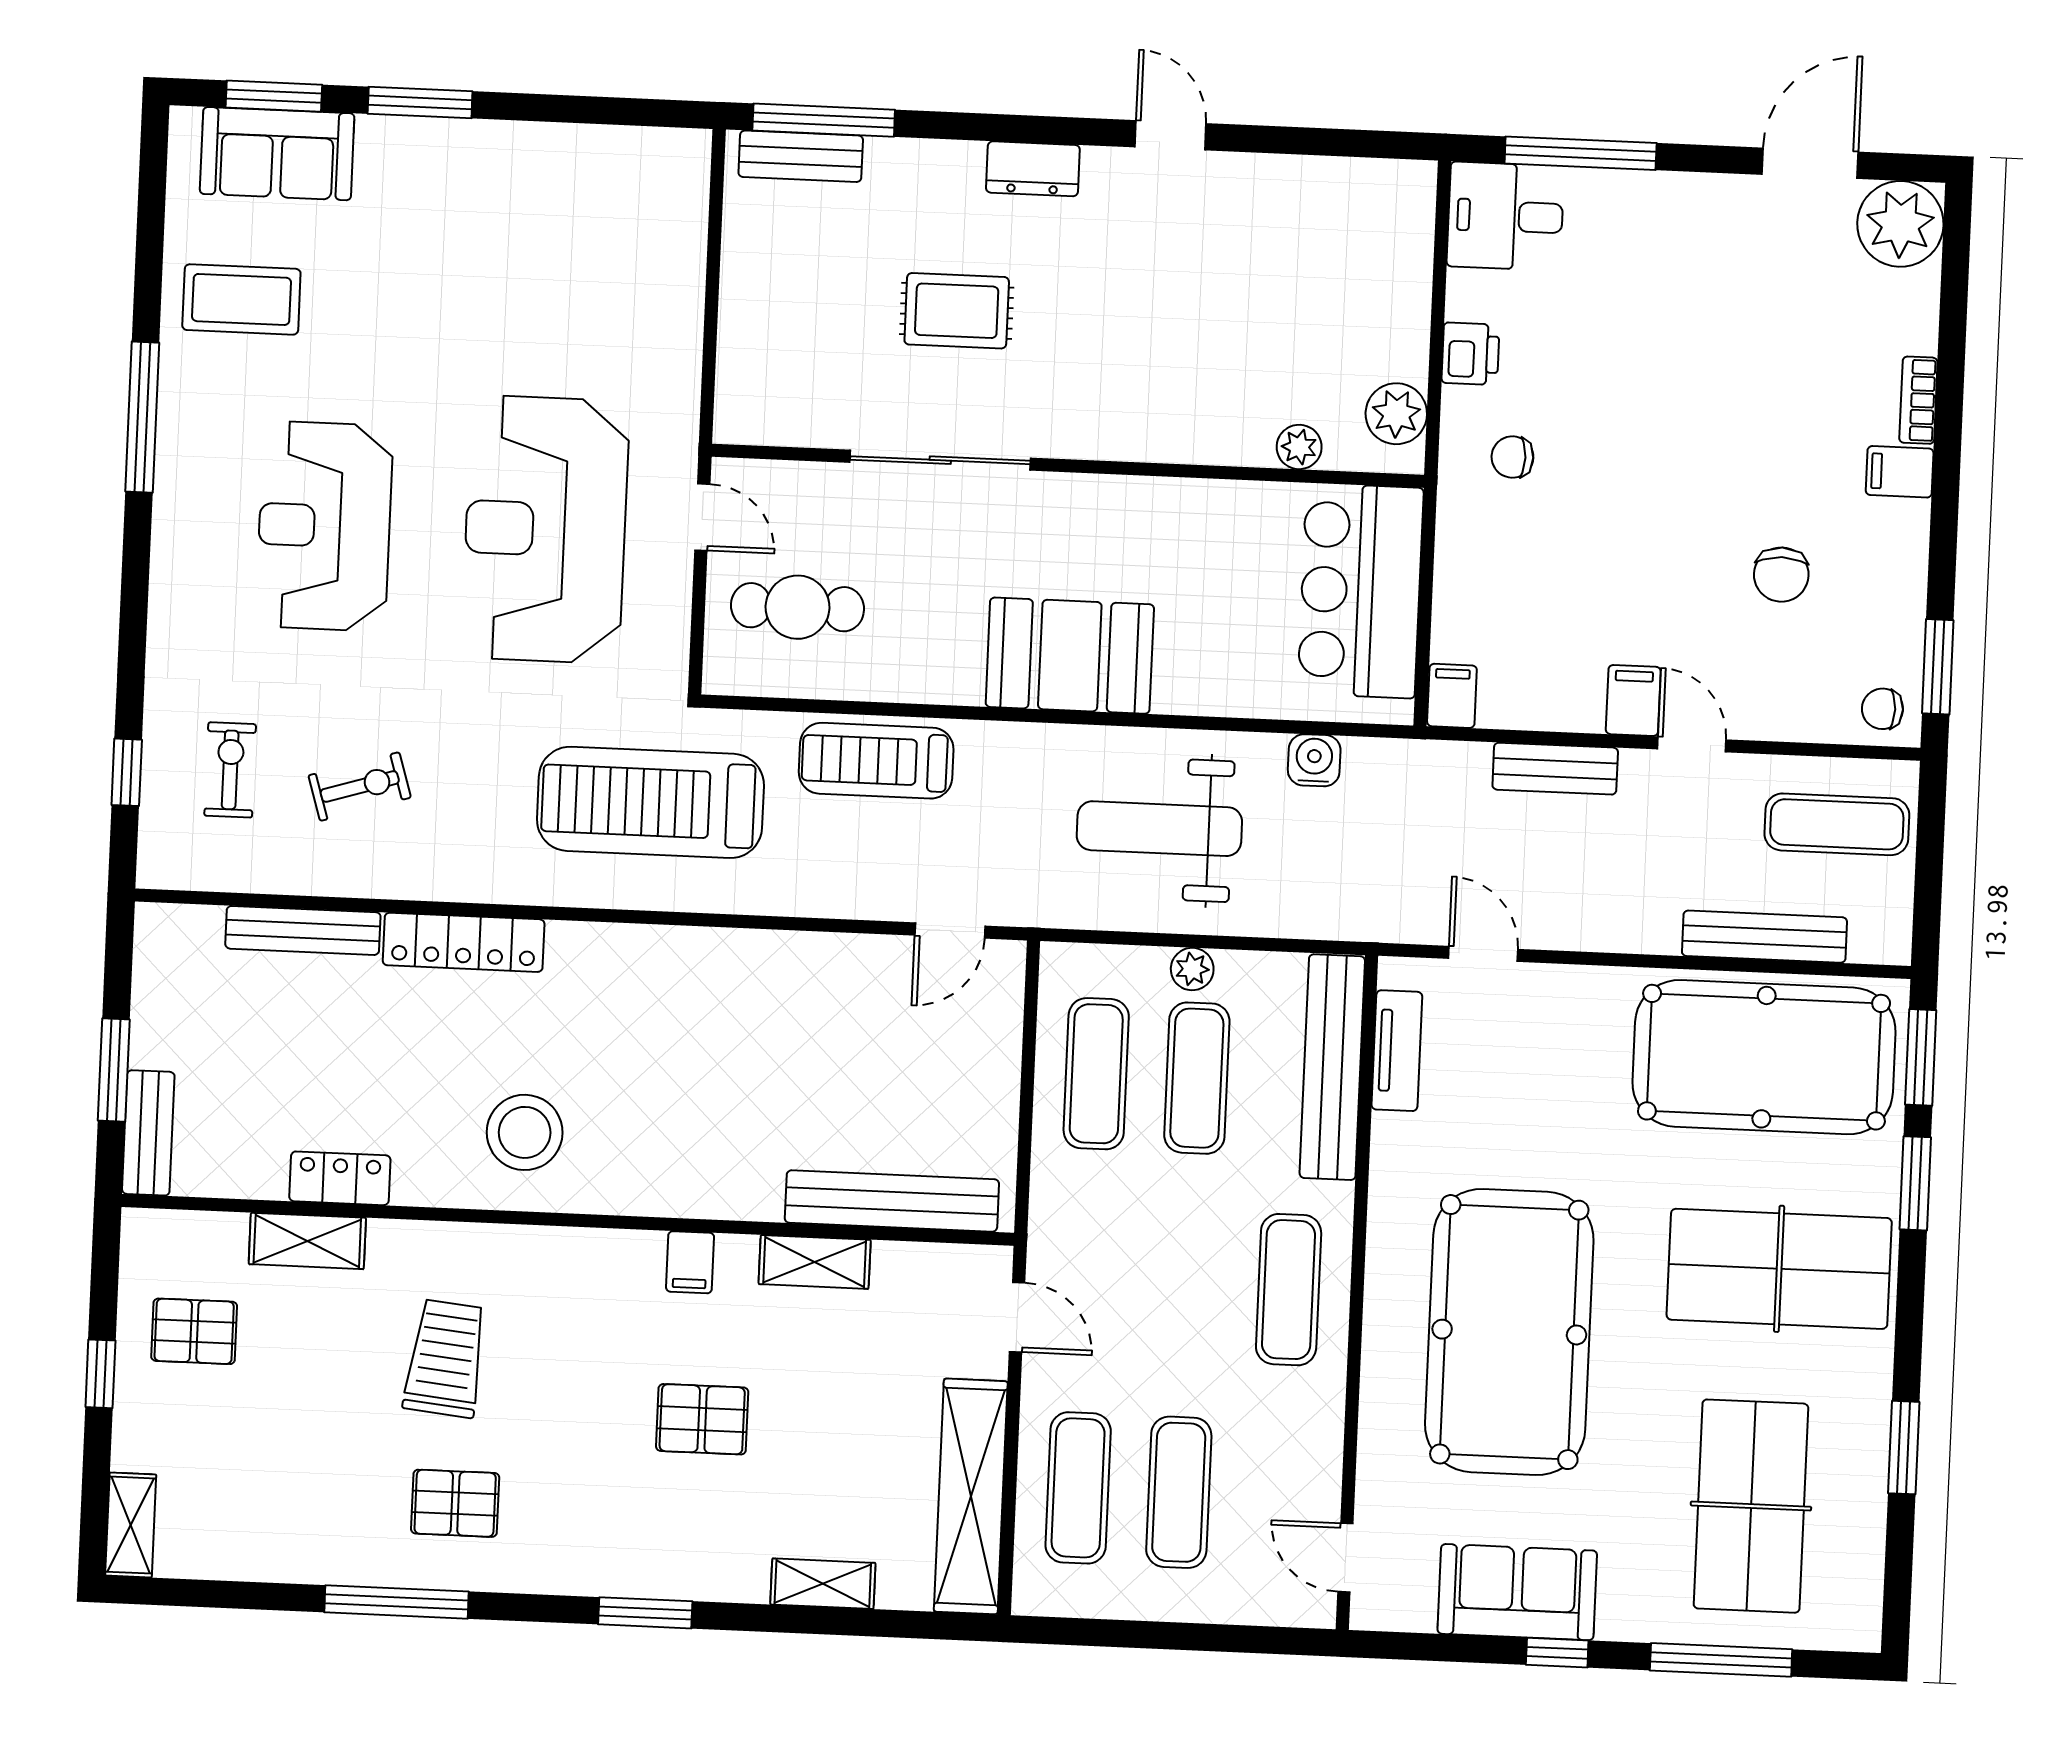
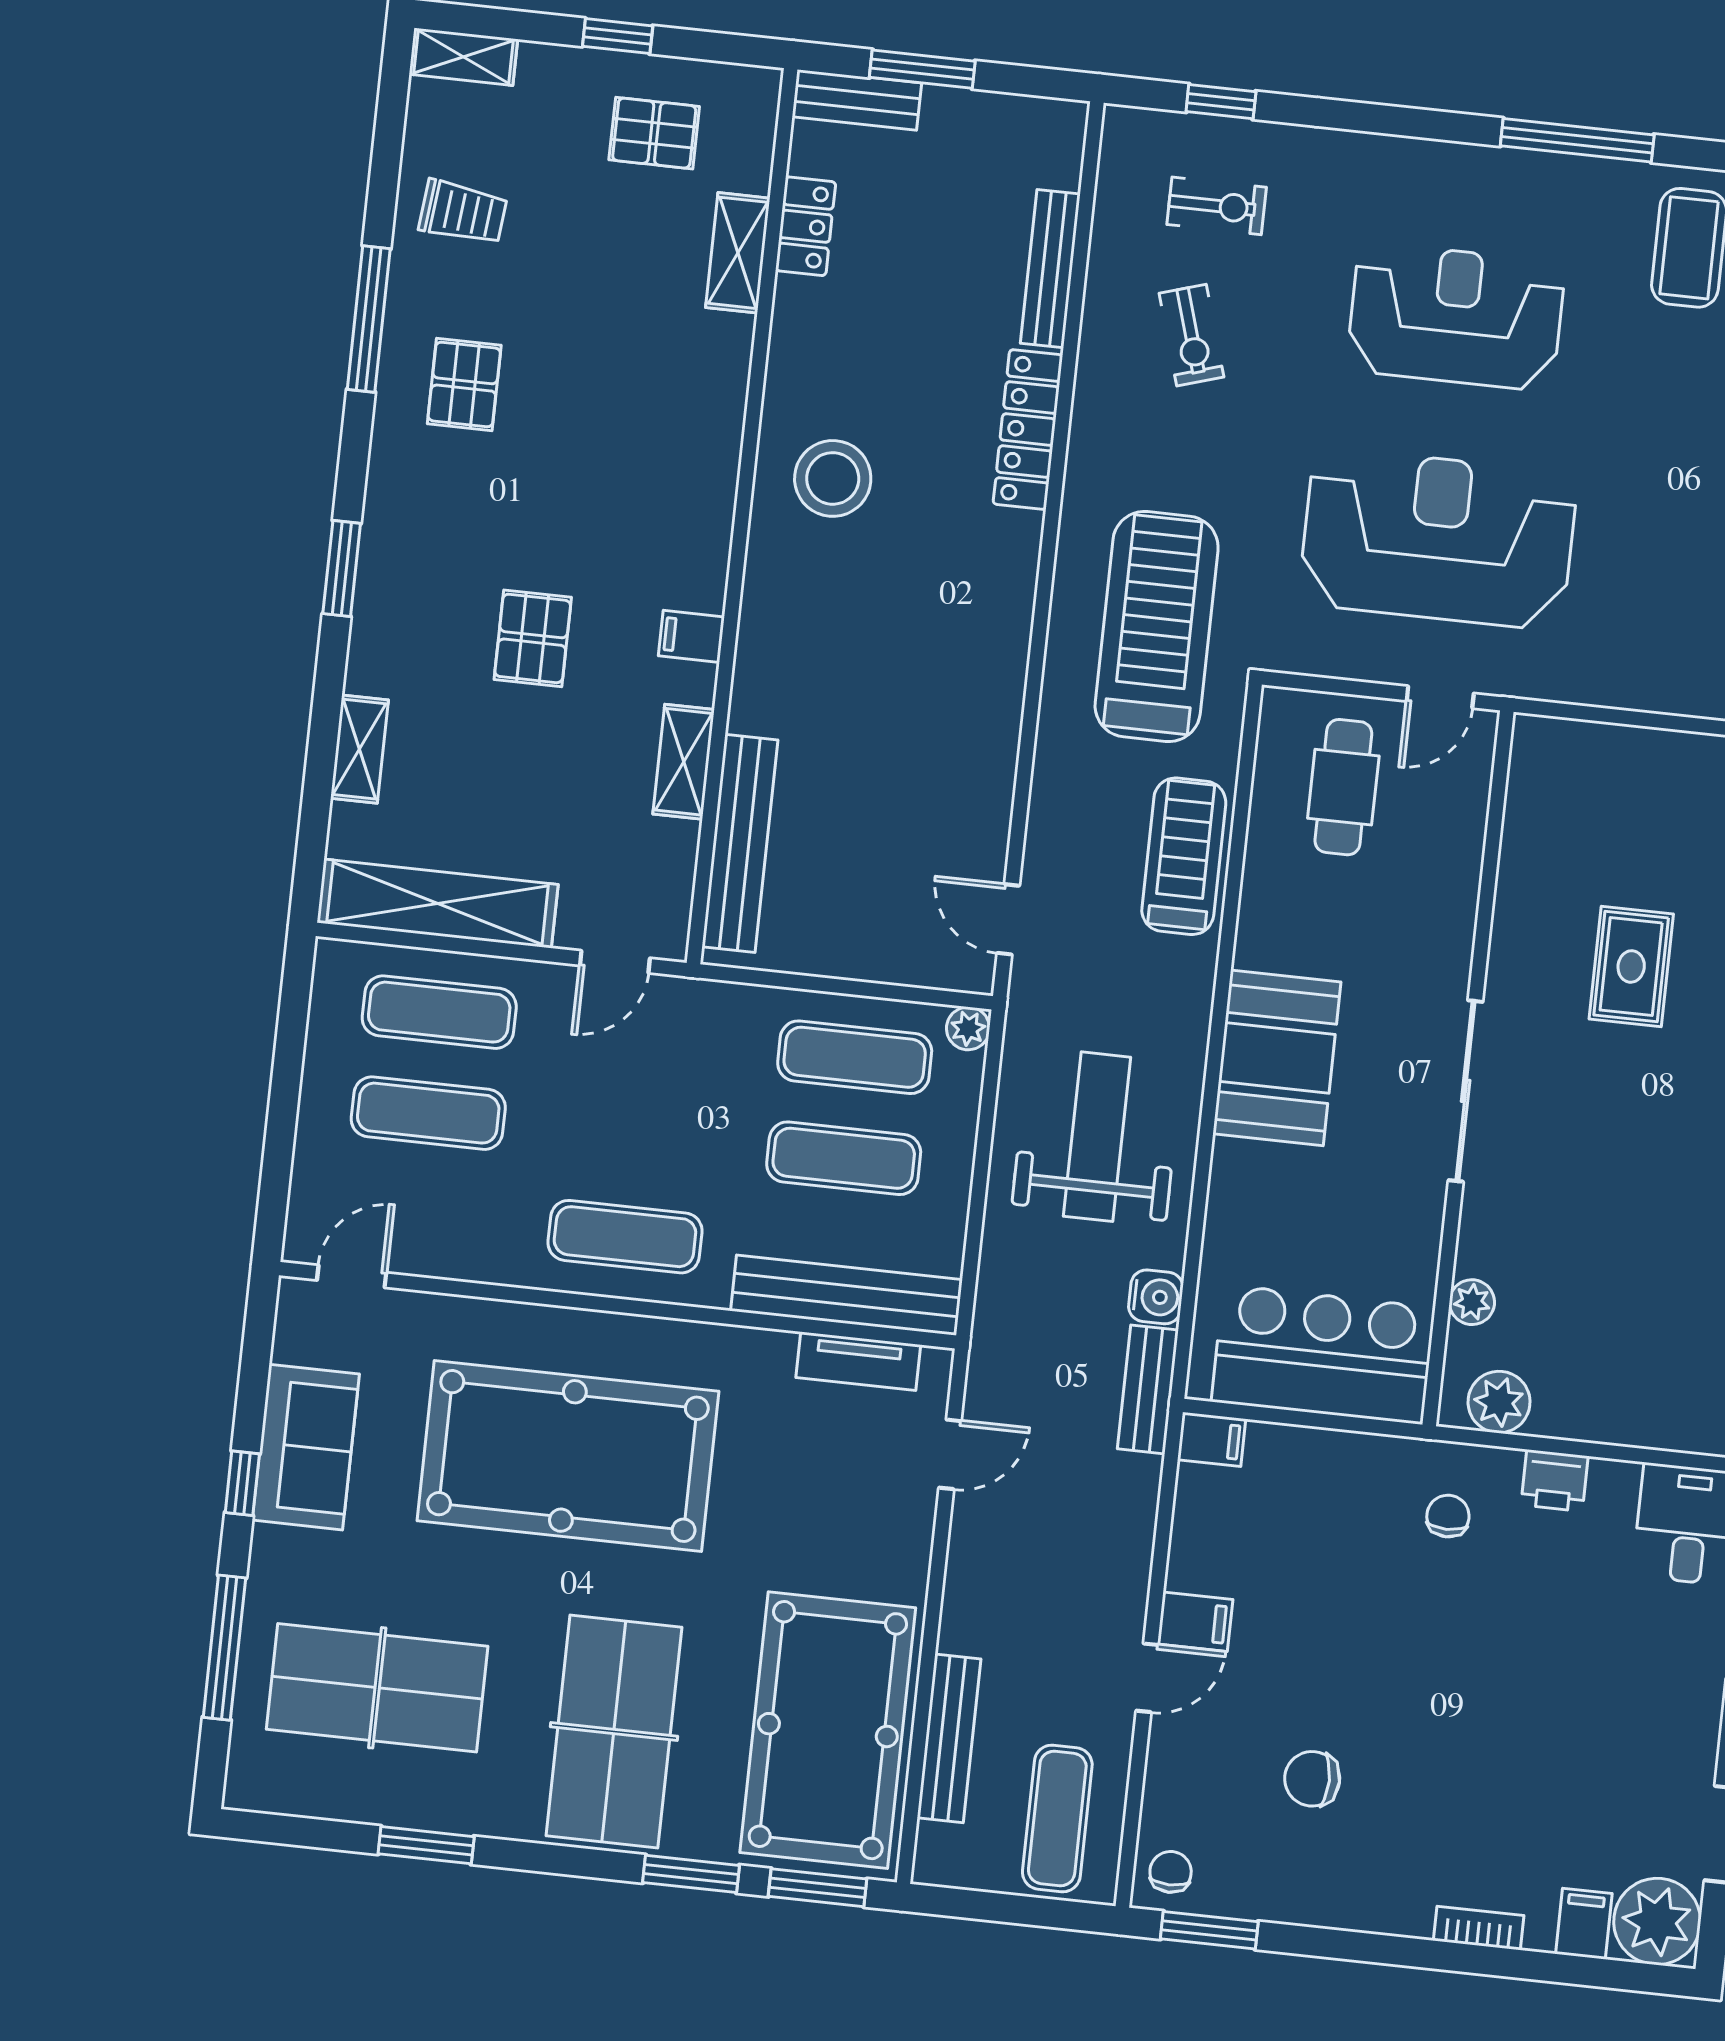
sliding door: (940, 460) -> (1466, 1091), moved
filing cabinet: (1900, 472) -> (1584, 1924), moved
bench: (1555, 769) -> (1148, 1389), moved
plant: (1192, 969) -> (968, 1028), moved
locker: (340, 1178) -> (806, 226), moved
pallet: (194, 1331) -> (654, 133), turned 90
trolley: (446, 1359) -> (463, 212), moved, width x0.73, depth x0.72

